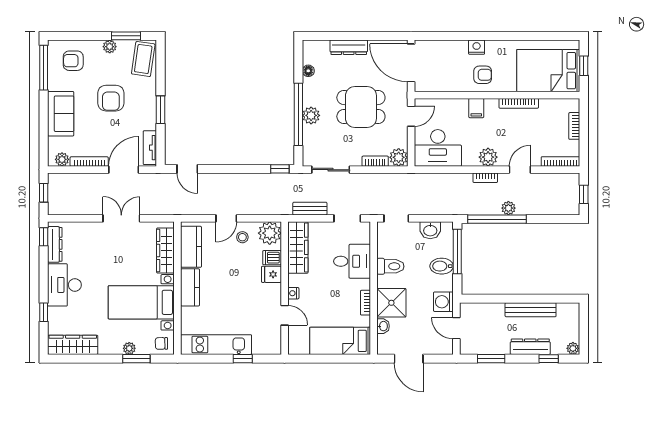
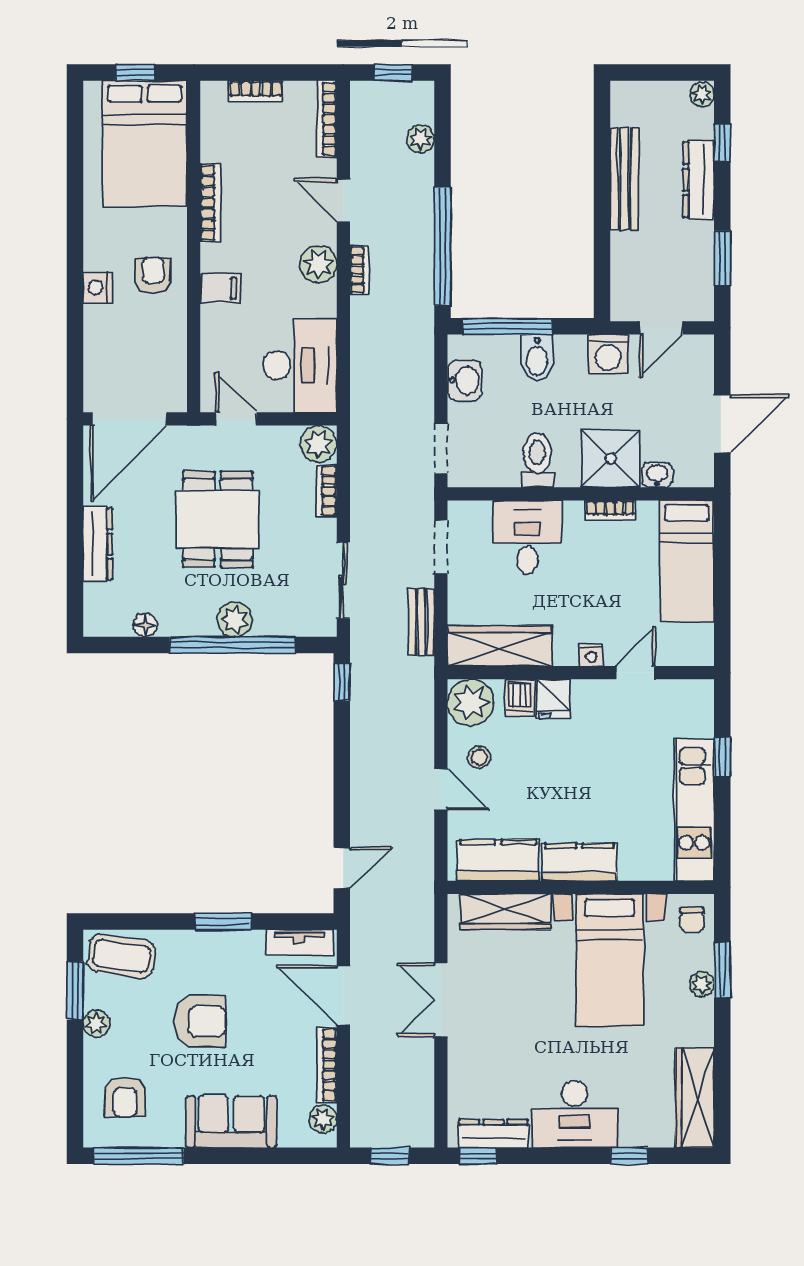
plant: (508, 208) -> (421, 139), moved

